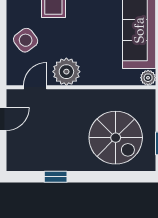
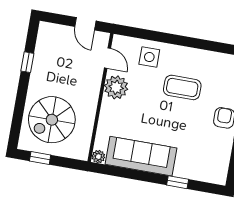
side table: (26, 40) -> (149, 57), turned 37

